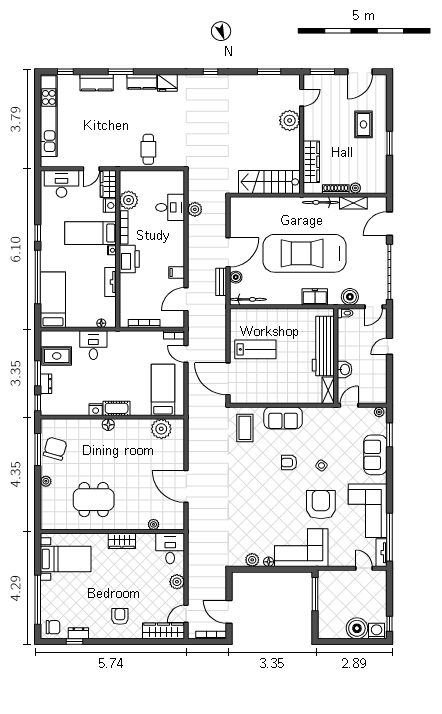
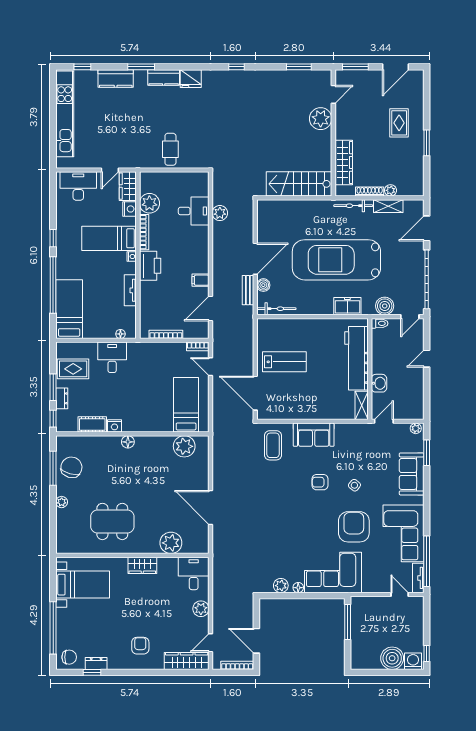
cot: (117, 408) -> (92, 424), moved
plant: (153, 524) -> (171, 543), width x1.88, depth x1.88

